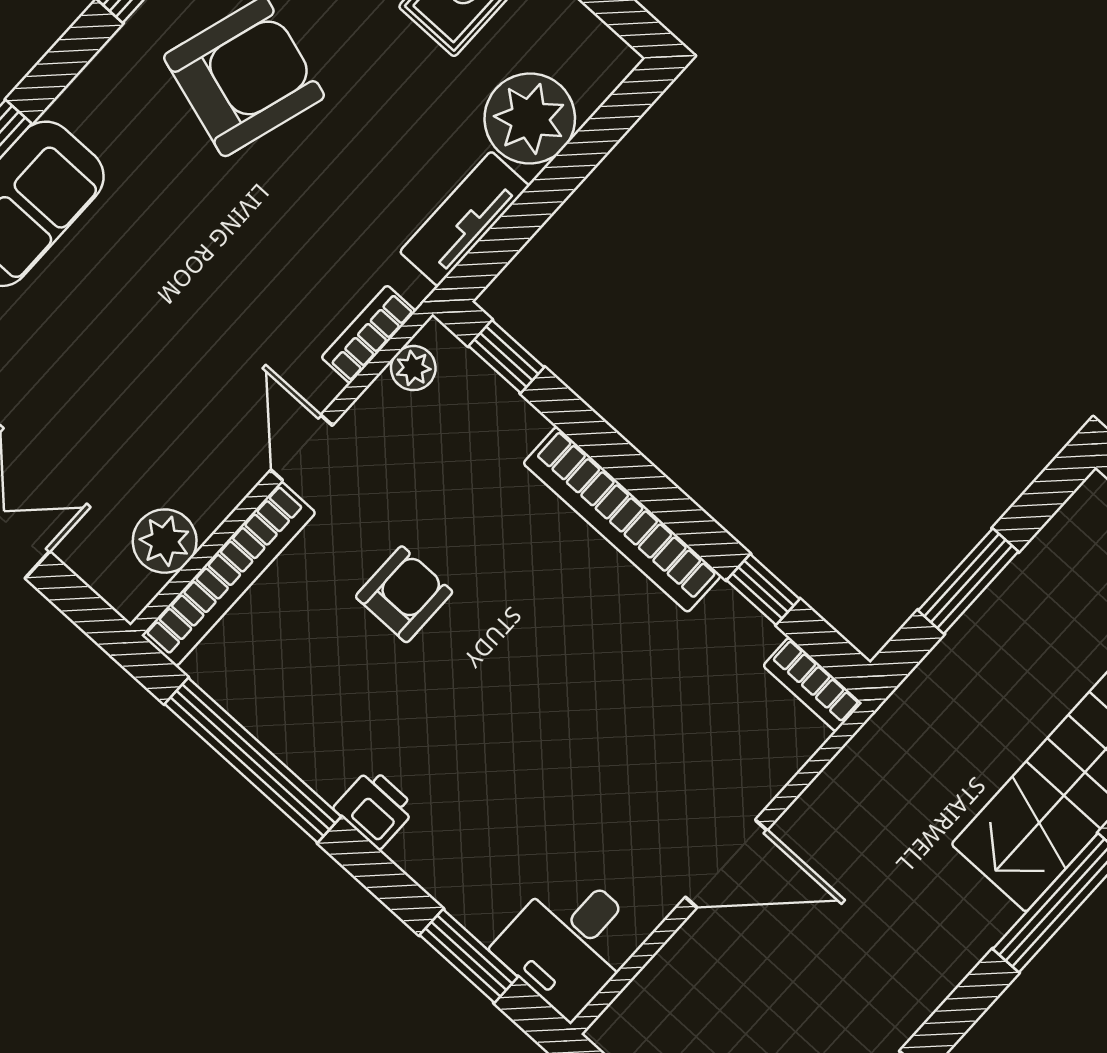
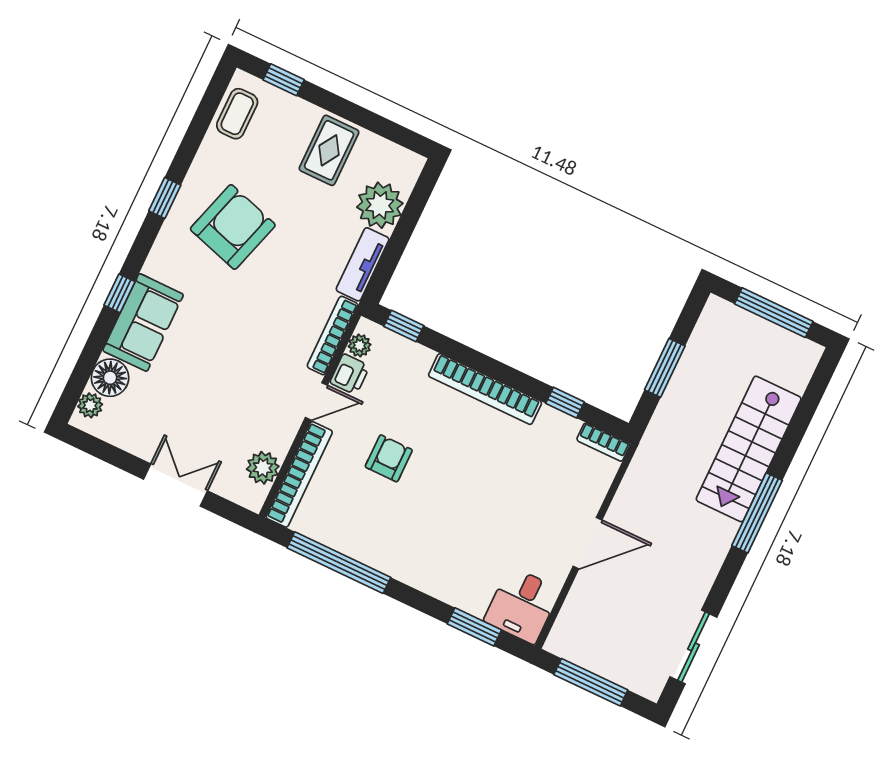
bookcase: (368, 334) -> (332, 335), width x1.56
door: (302, 448) -> (316, 401), swing flipped
printer: (375, 808) -> (350, 374), moved, turned 90

